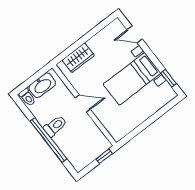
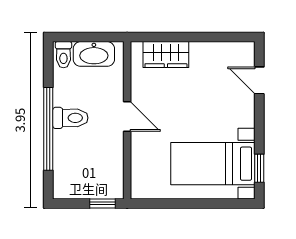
bed with nightstands: (132, 79) -> (213, 164), moved

